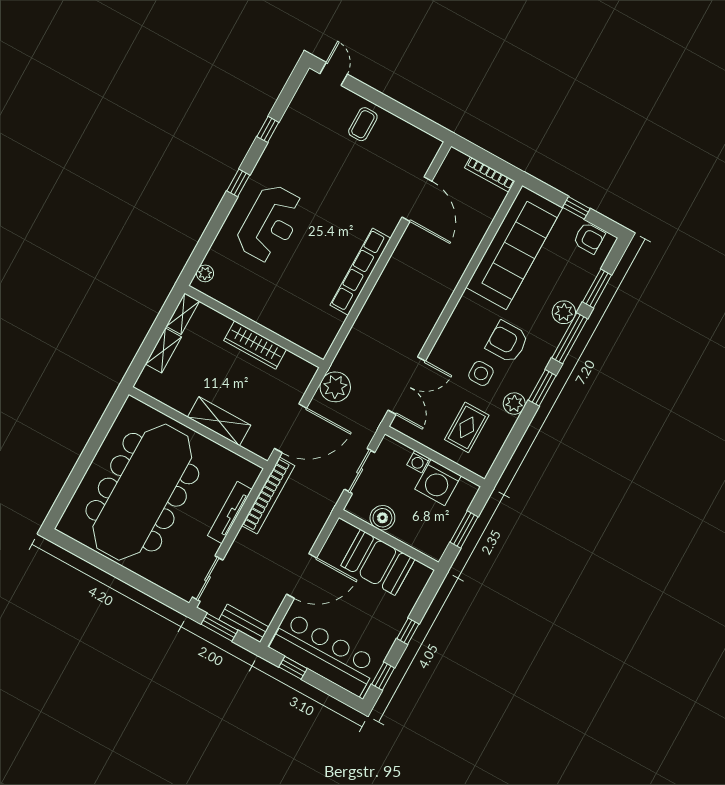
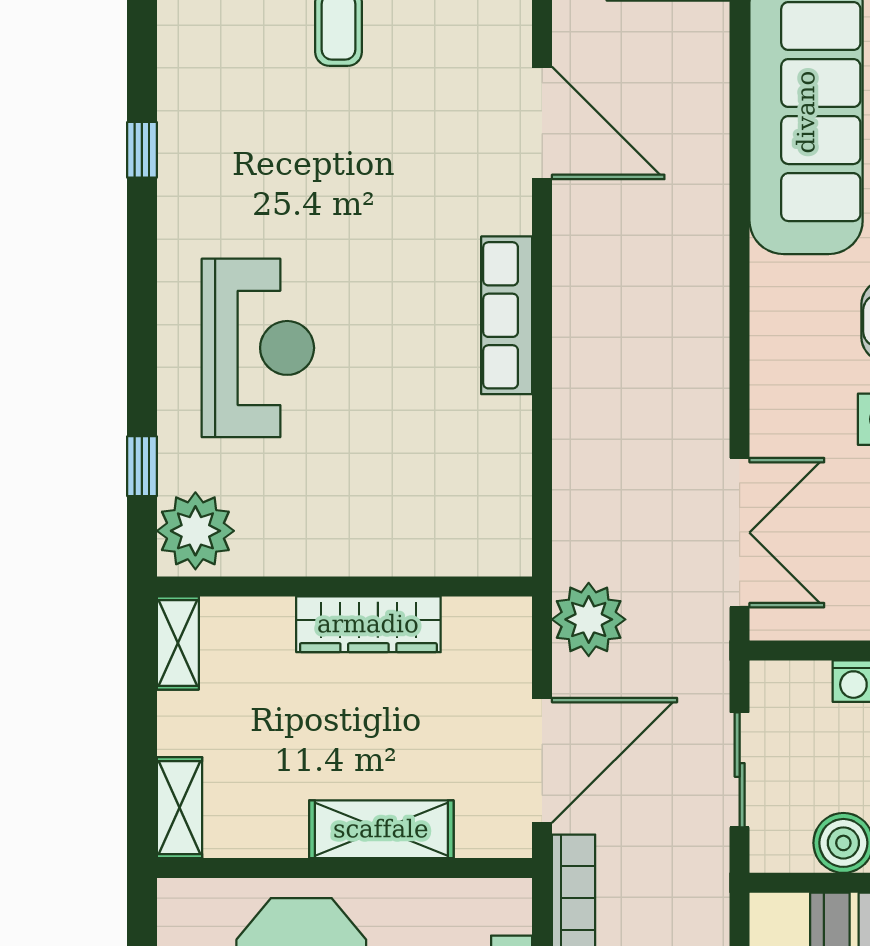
window: (238, 183) -> (142, 466), moved
row of seats: (360, 272) -> (507, 315), width x0.73
plant: (205, 273) -> (195, 531), width x1.87, depth x1.87
shelving: (163, 350) -> (179, 808), moved

